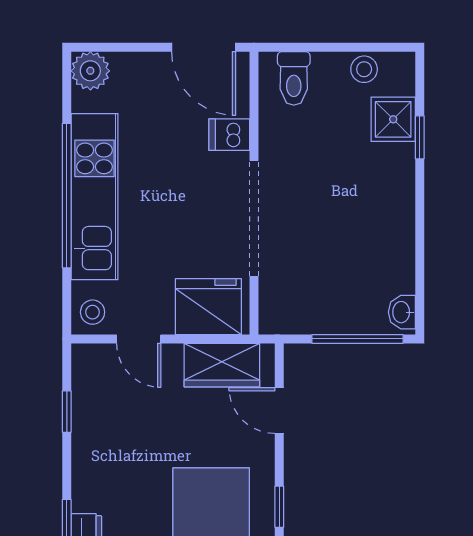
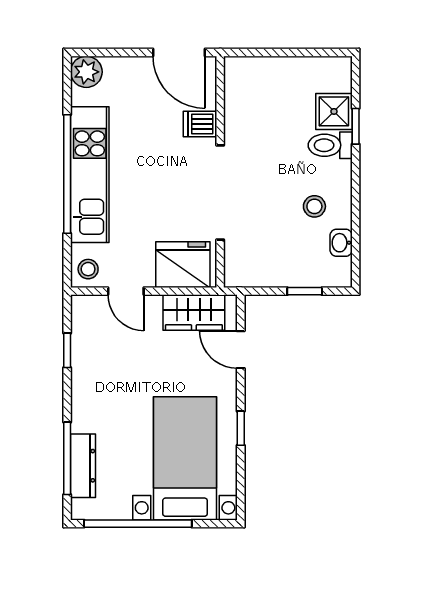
stool: (364, 69) -> (314, 206), moved
toilet: (294, 78) -> (330, 145), moved, turned 90
washbasin: (402, 312) -> (341, 243), moved
window: (357, 339) -> (305, 291), width x0.46

